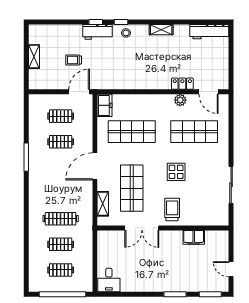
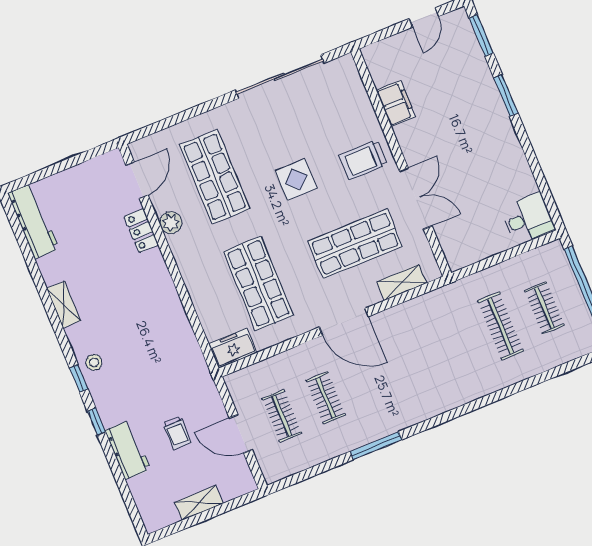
workbench: (97, 32) -> (128, 450), moved
door: (79, 92) -> (241, 434), moved
sliding door: (231, 185) -> (280, 77), width x1.36
clothes rail: (61, 219) -> (457, 344), removed
clothes rail: (61, 244) -> (501, 326), width x1.36

